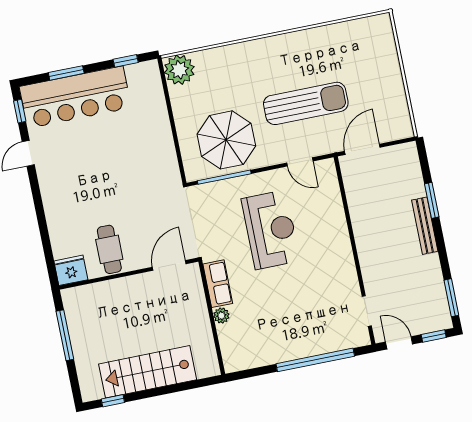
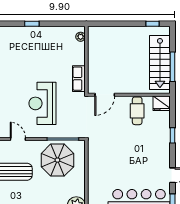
window: (42, 220) -> (173, 135), added
plant: (221, 316) -> (81, 37), moved
window: (315, 360) -> (32, 24), width x0.32
stairs: (148, 372) -> (160, 63), moved, turned 90

